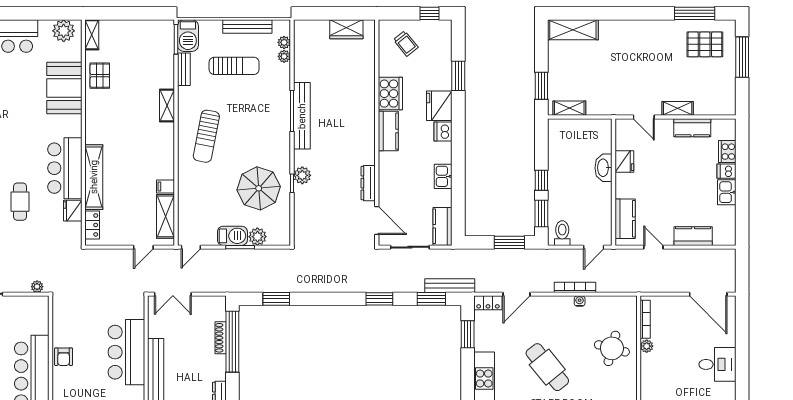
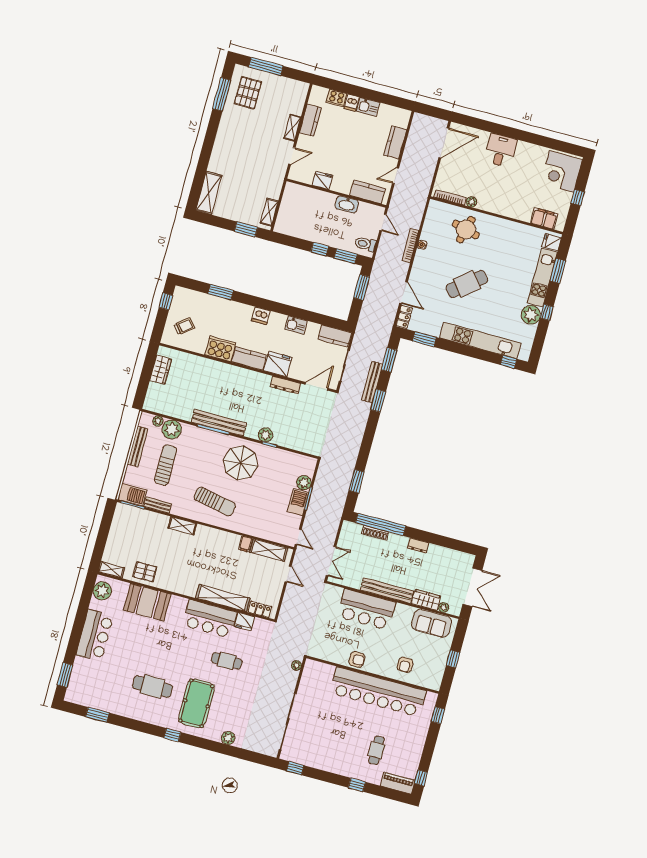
plant: (284, 56) -> (172, 429), width x1.87, depth x1.87
fridge: (439, 106) -> (278, 364), moved, turned 180
washbasin: (604, 168) -> (347, 204), moved
parasol: (259, 188) -> (241, 463), moved
bench: (450, 286) -> (372, 382), moved

